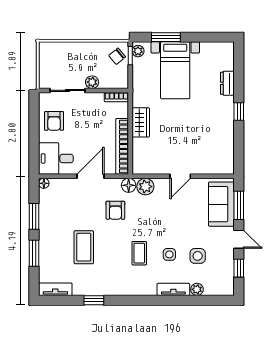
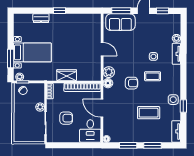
armchair: (54, 121) -> (66, 118), moved
armchair: (115, 210) -> (131, 83), moved
side table: (198, 256) -> (173, 100), moved

